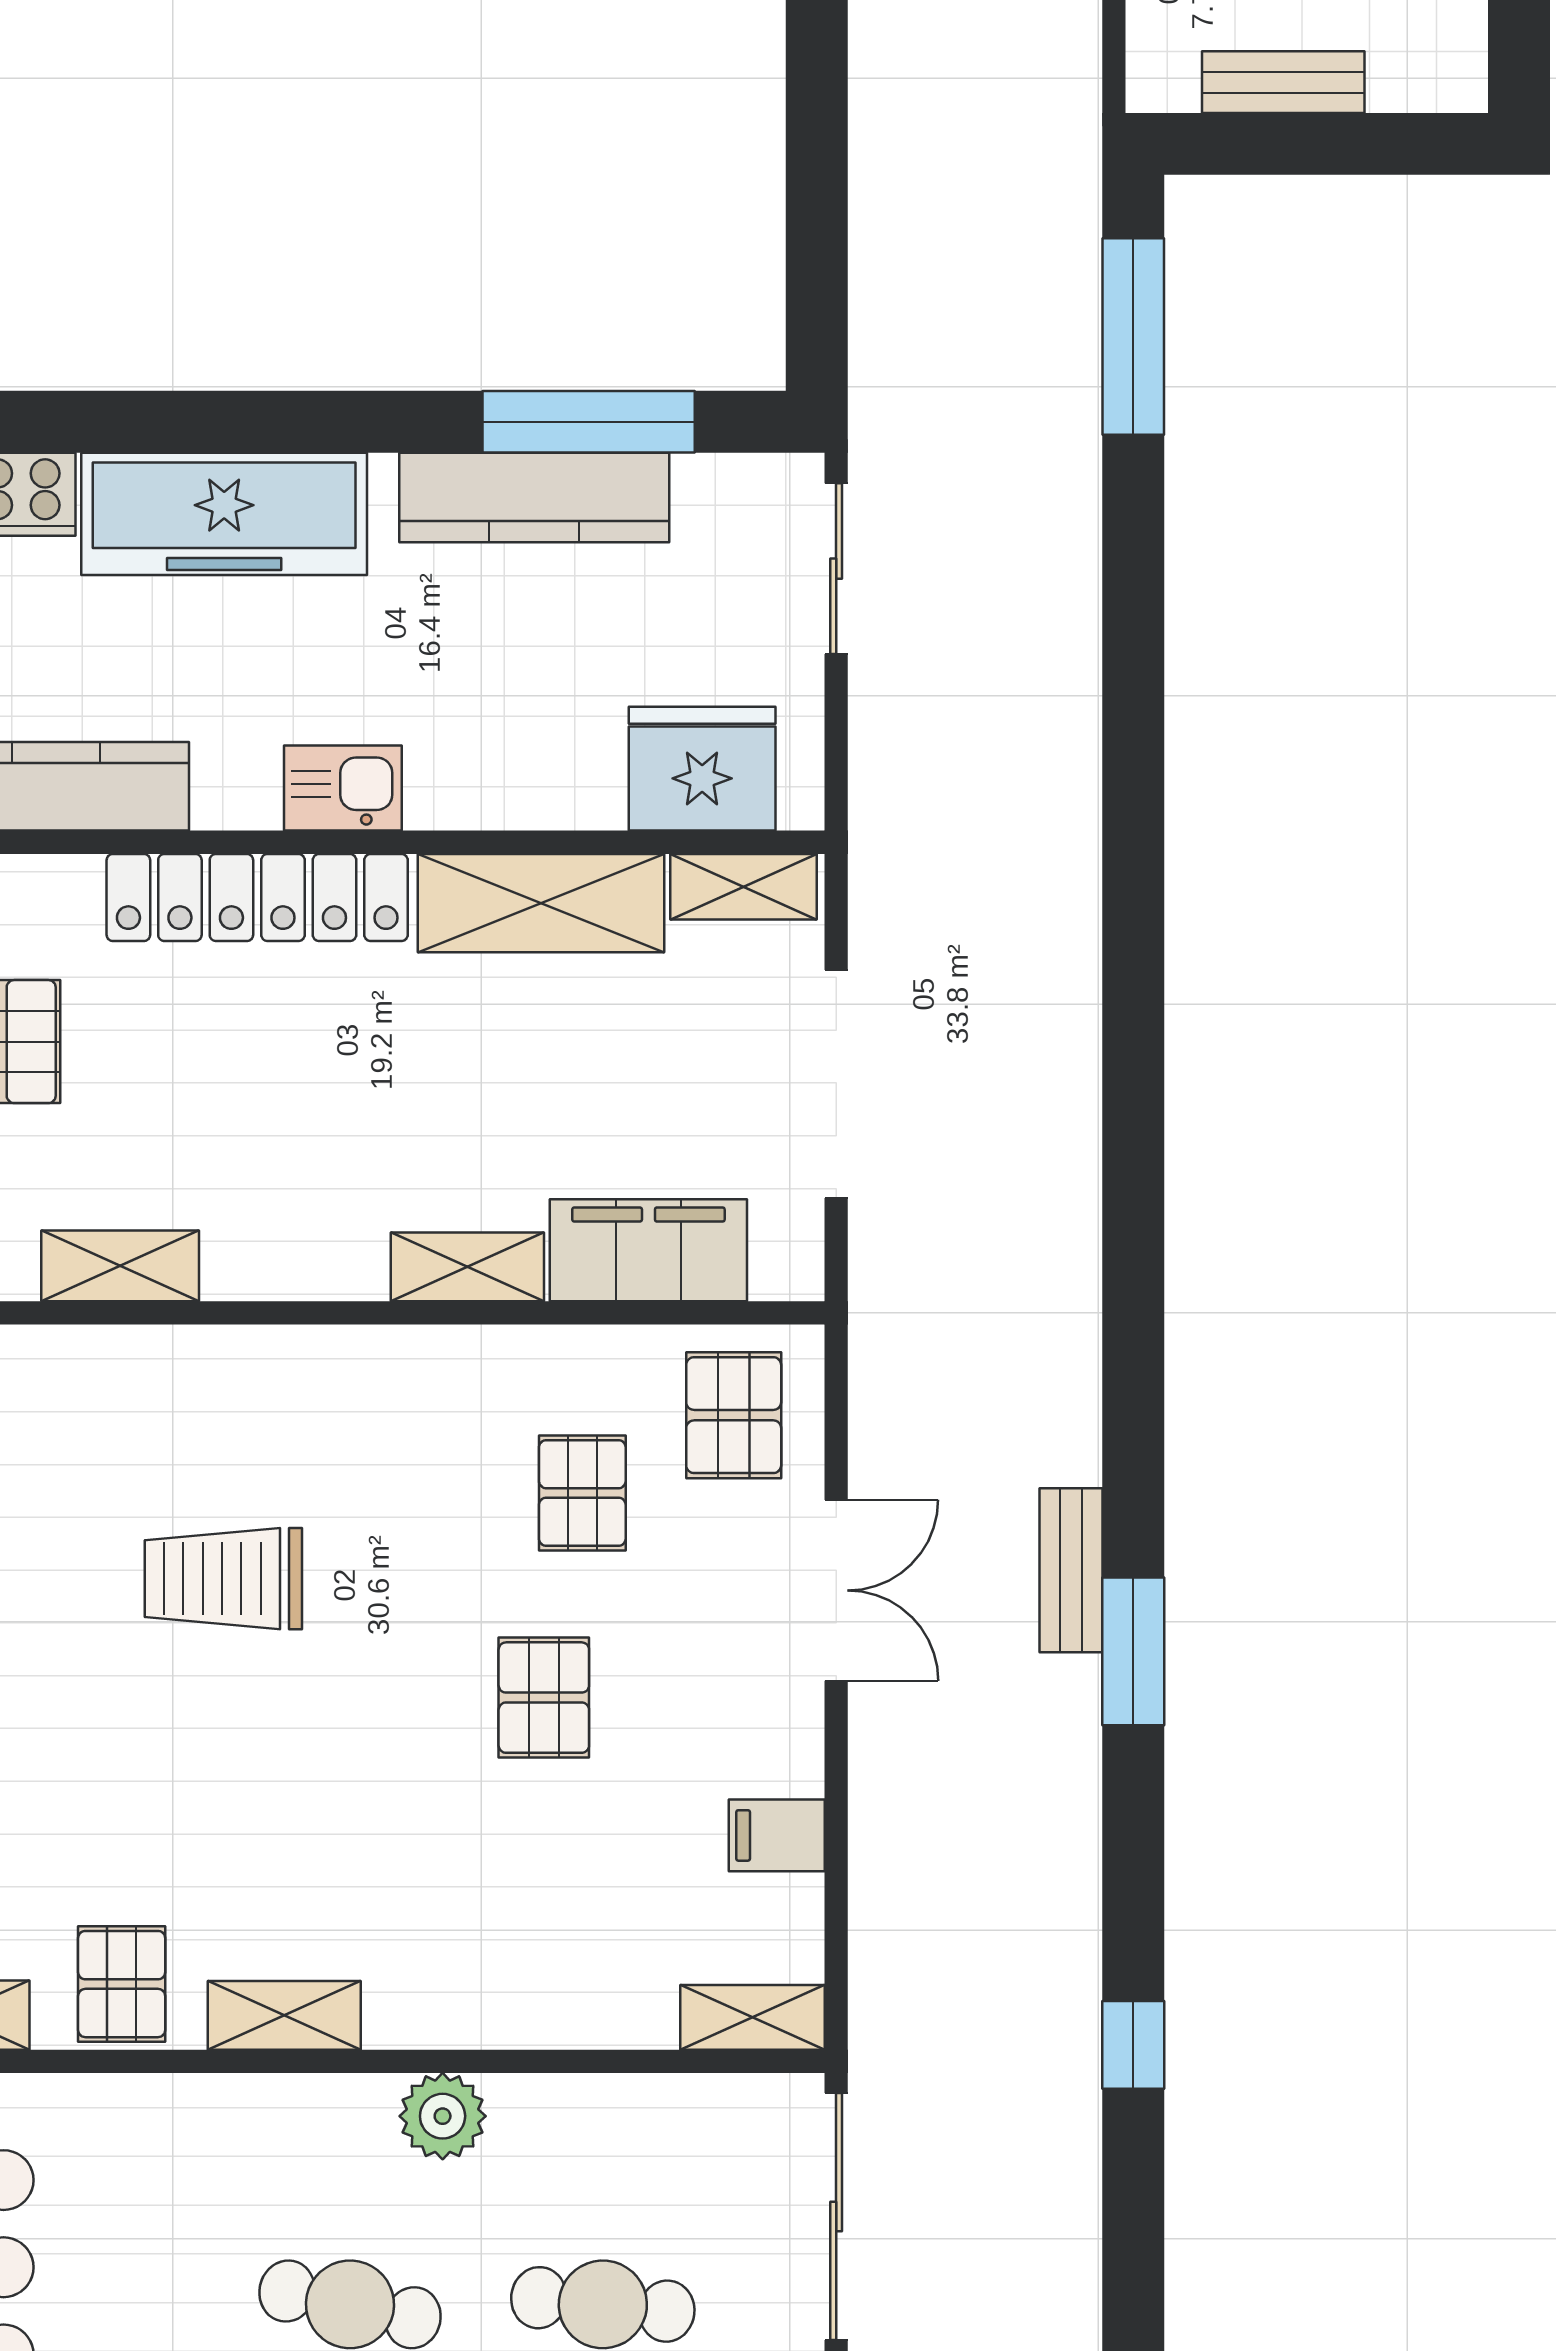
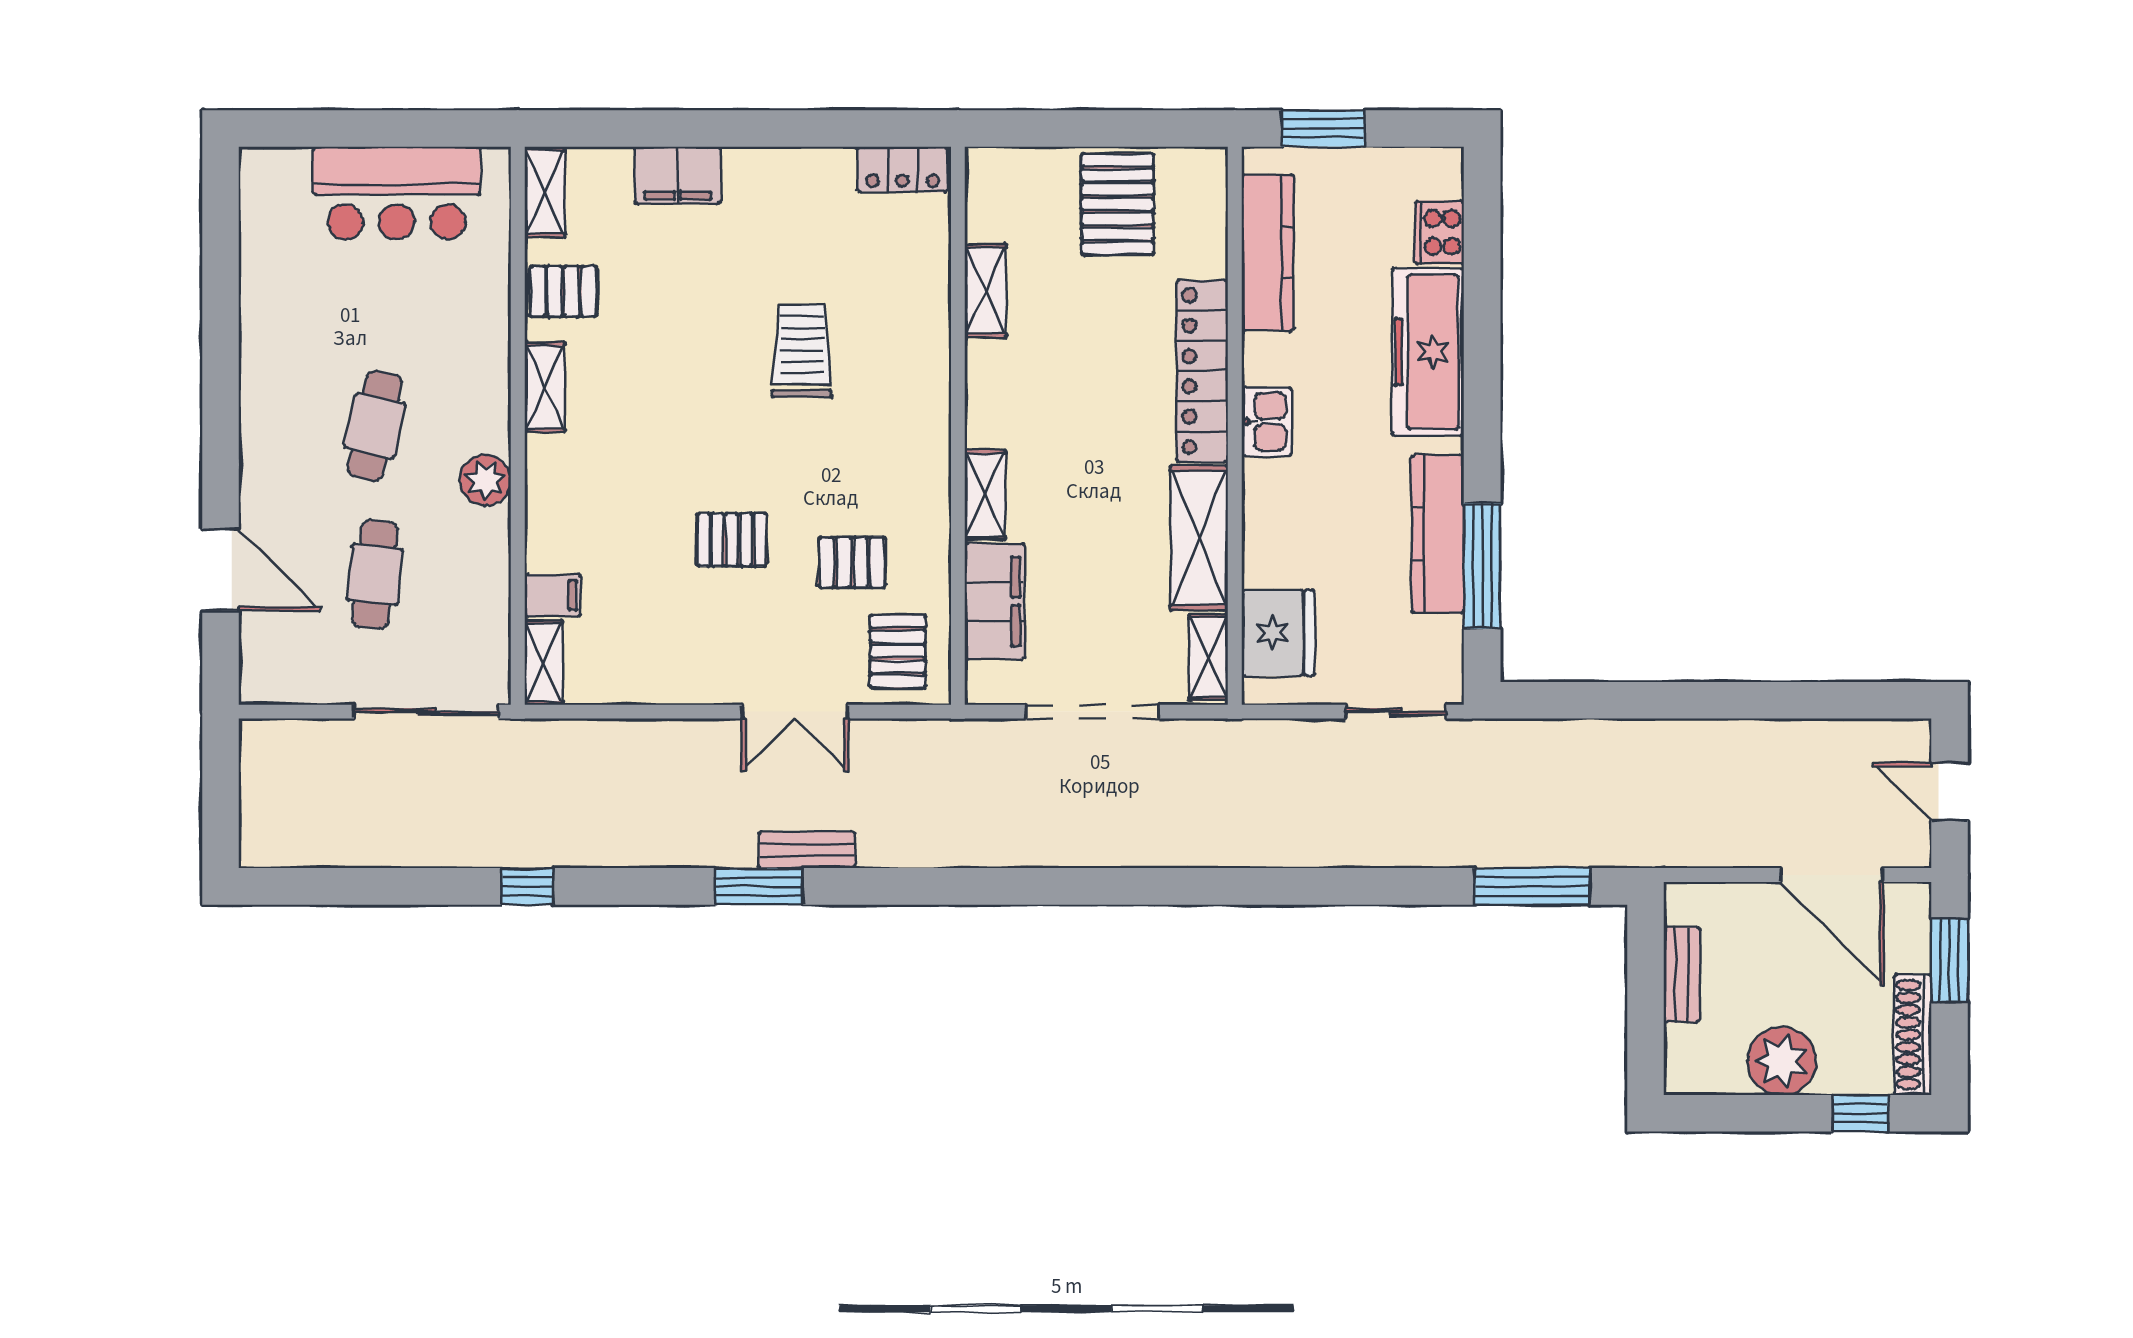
pallet: (734, 1415) -> (898, 651), turned 90
filing cabinet: (777, 1835) -> (553, 595), moved, turned 90

